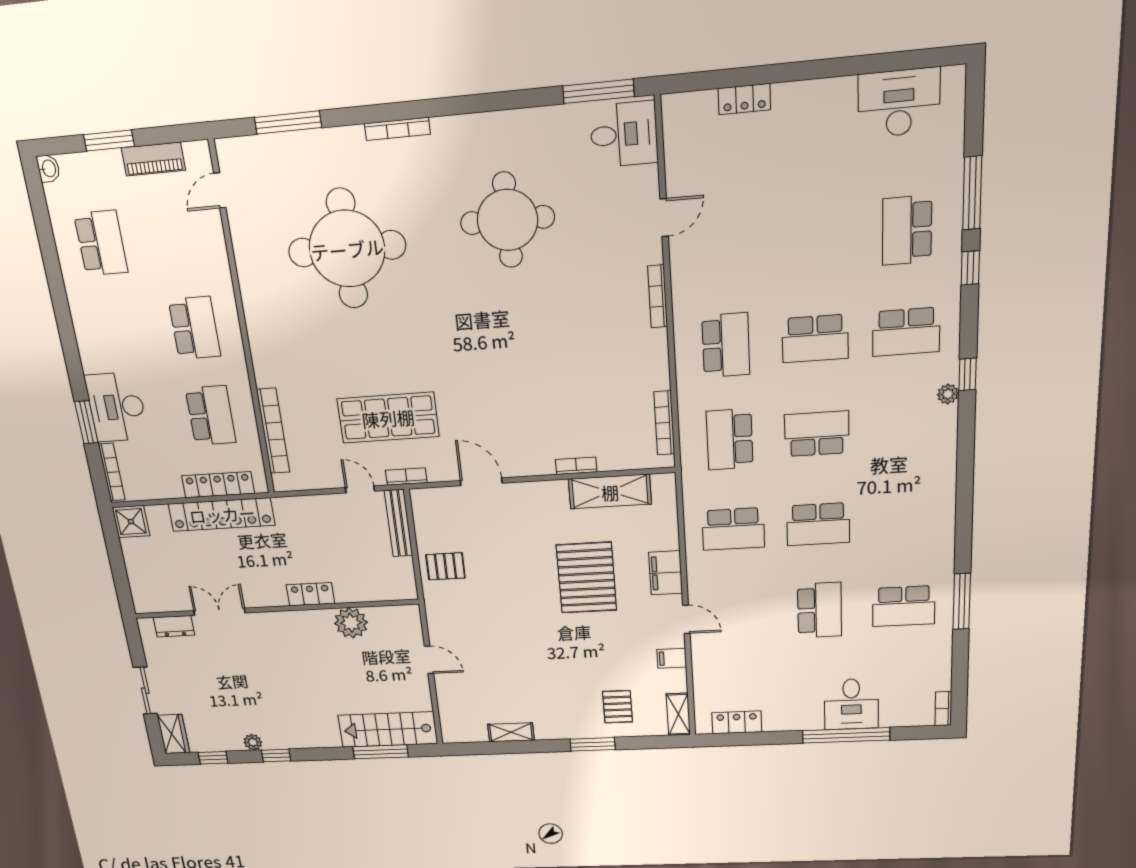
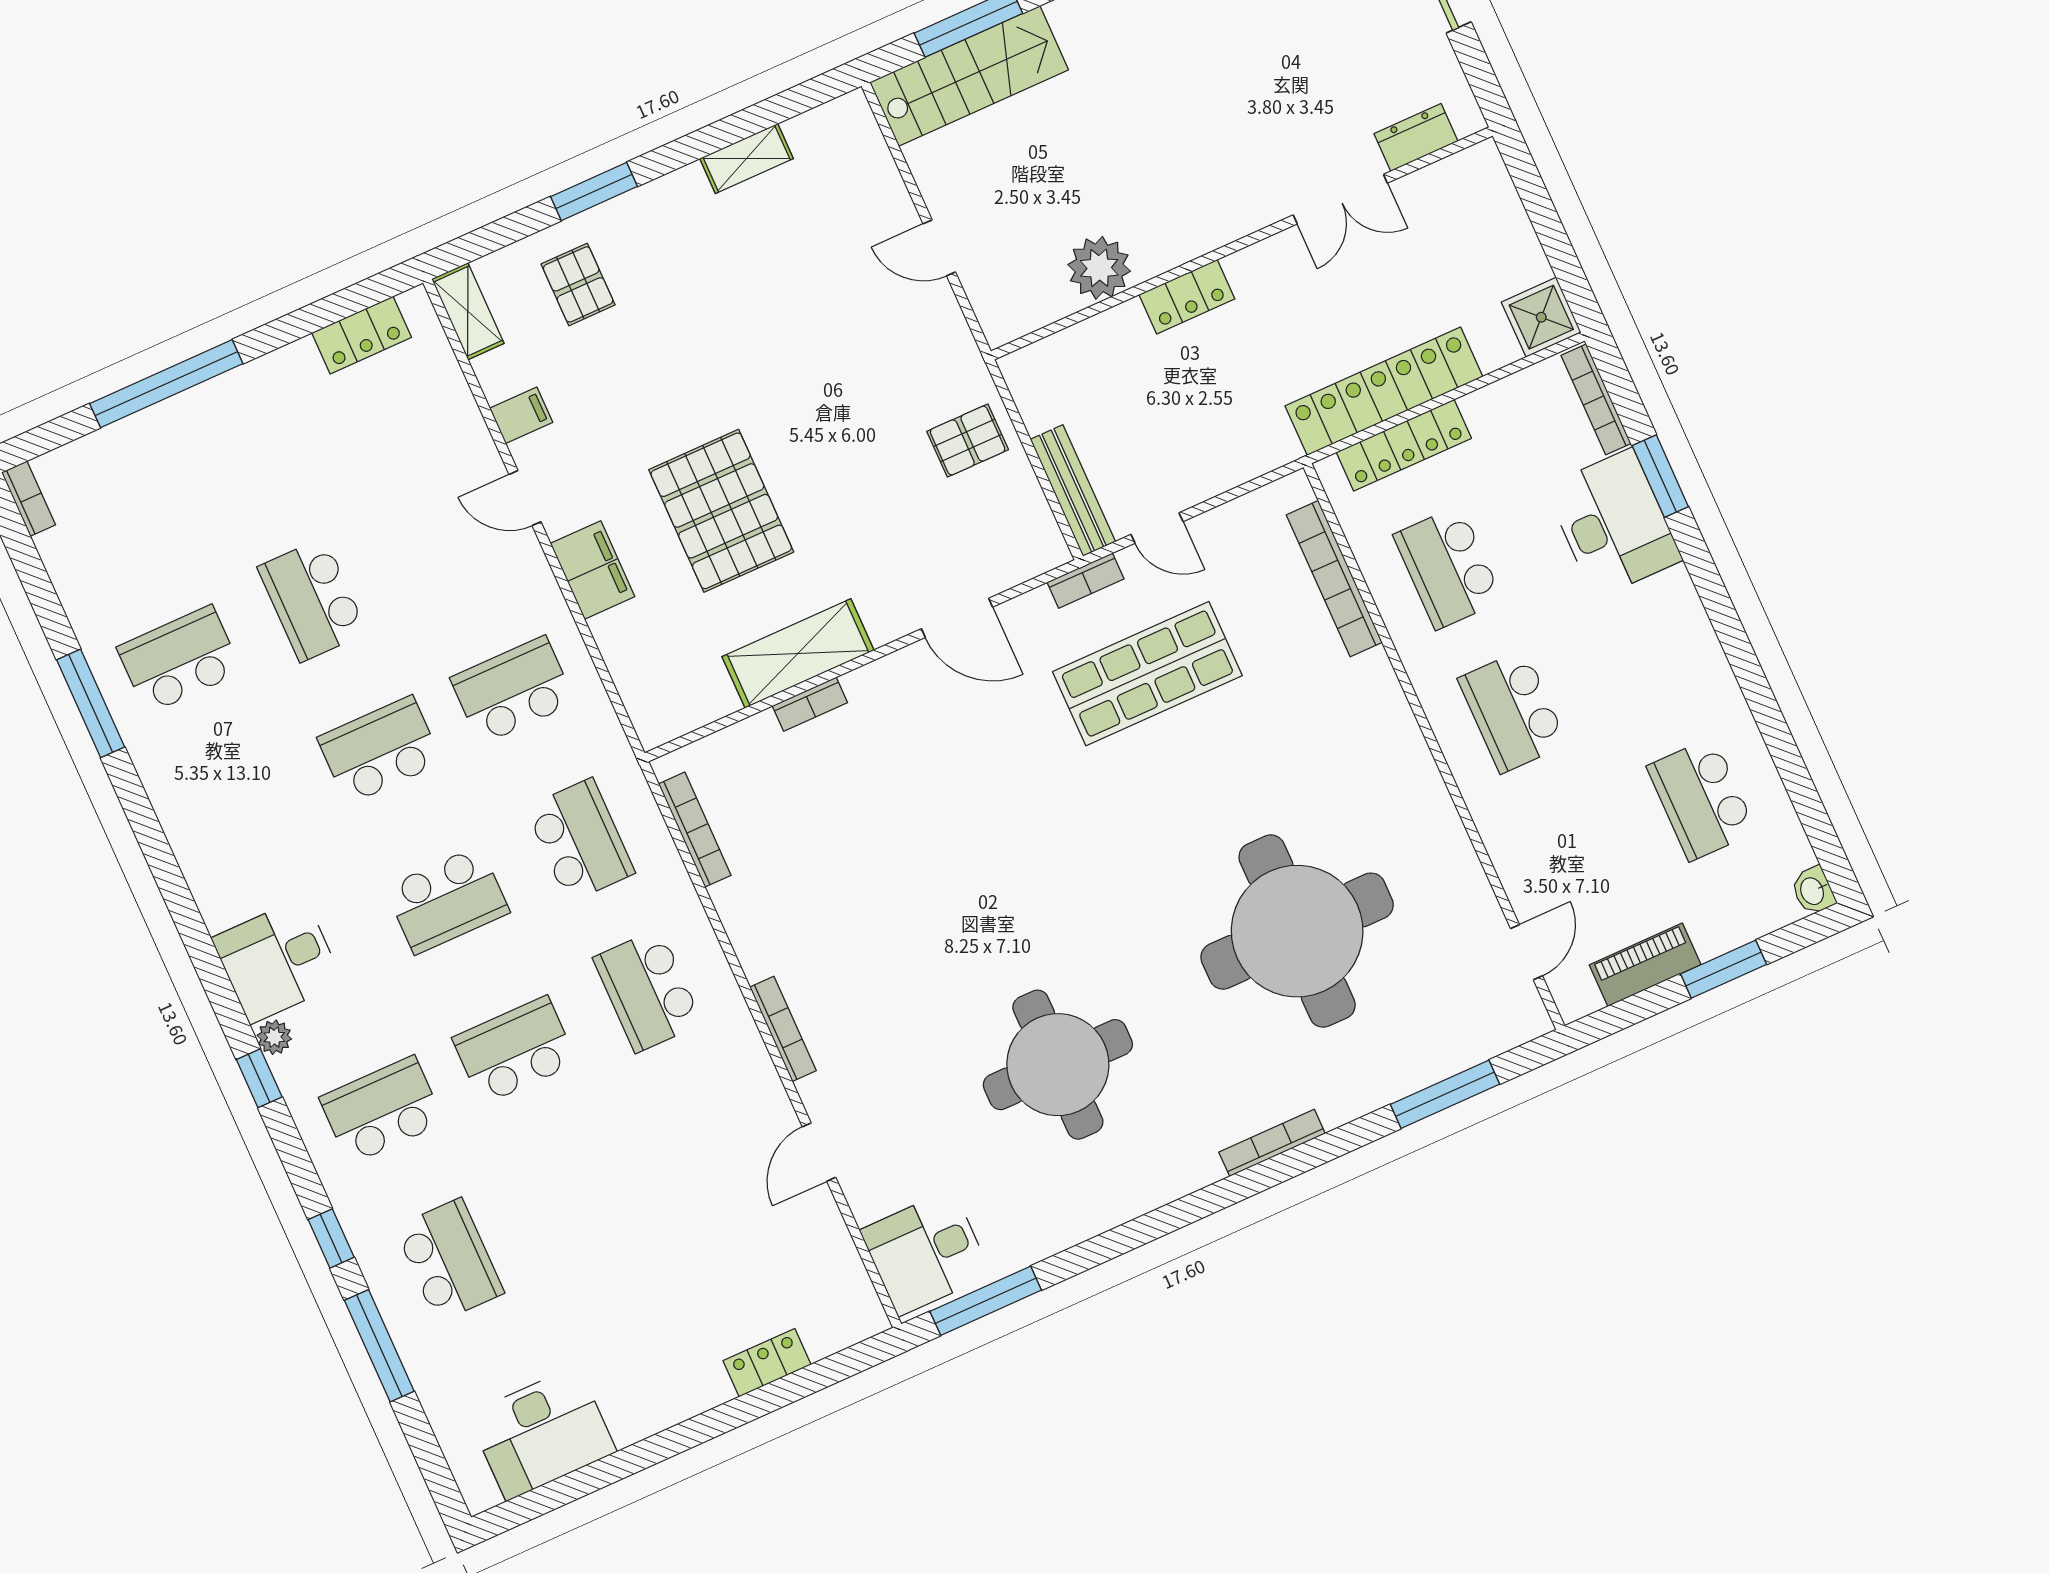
shelving: (610, 492) -> (798, 653), moved
desk: (851, 704) -> (277, 960), moved, turned -90

